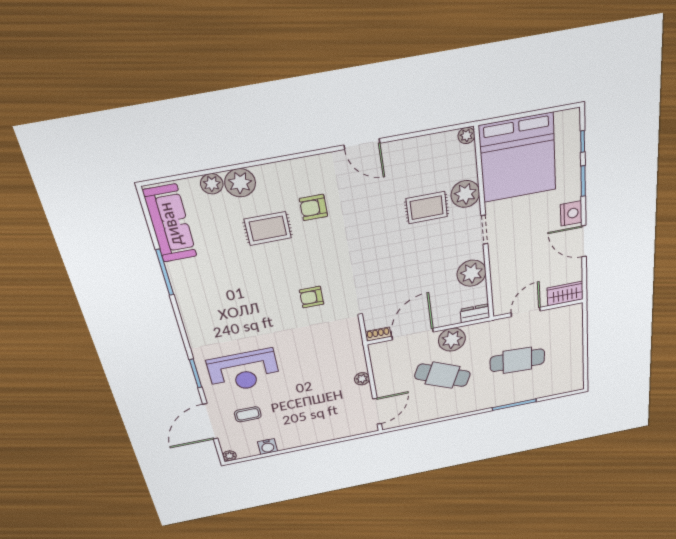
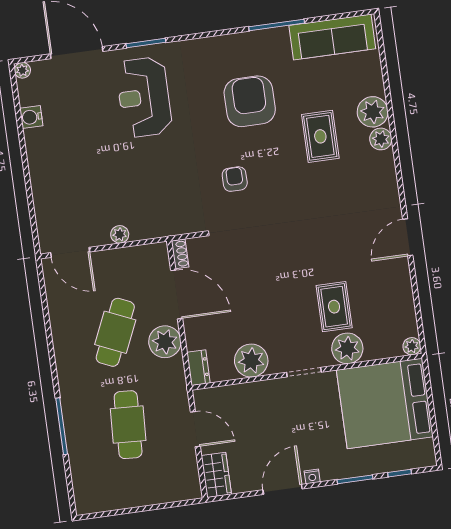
plant: (212, 184) -> (381, 139), moved
armchair: (313, 207) -> (250, 101), moved, width x1.88, depth x1.88
nightstand: (571, 213) -> (312, 476), width x0.53, depth x0.56
coffee table: (248, 414) -> (82, 97), removed

